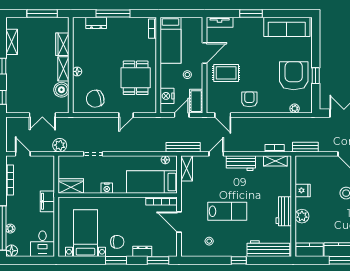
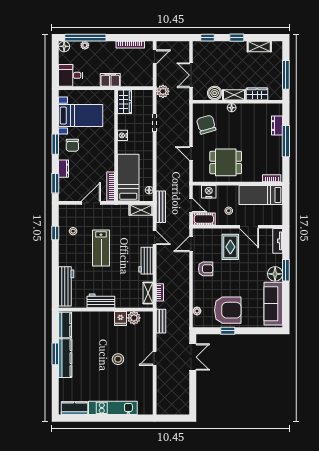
floor lamp: (255, 25) -> (275, 274), added
plant: (302, 216) -> (134, 318), moved
window: (239, 260) -> (55, 233), moved

